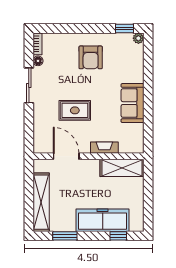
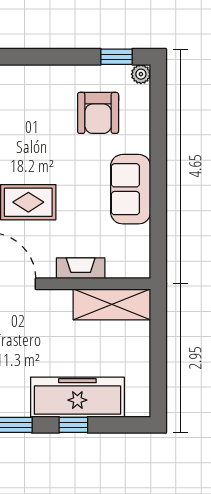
armchair: (91, 57) -> (98, 113), moved
window: (118, 236) -> (73, 425), moved

